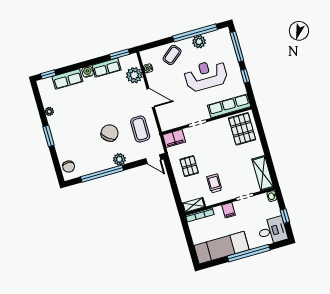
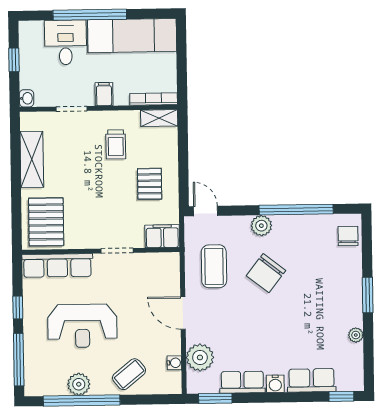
shelving: (263, 173) -> (32, 159), moved
desk: (272, 231) -> (66, 42), moved, turned 90

